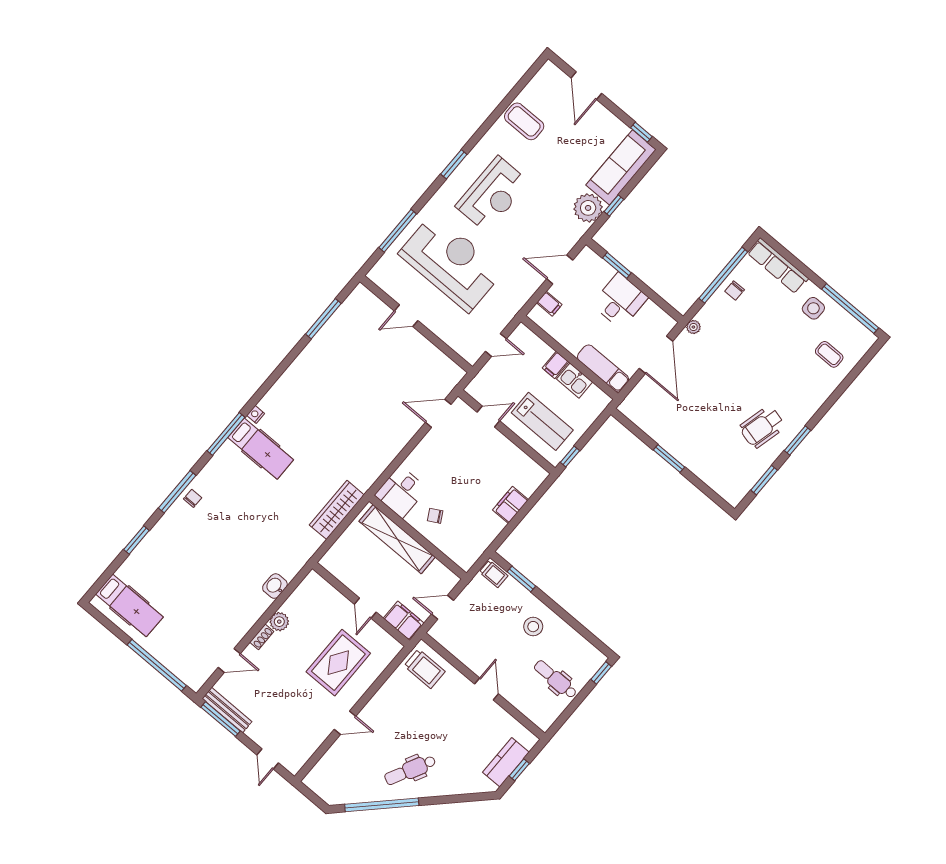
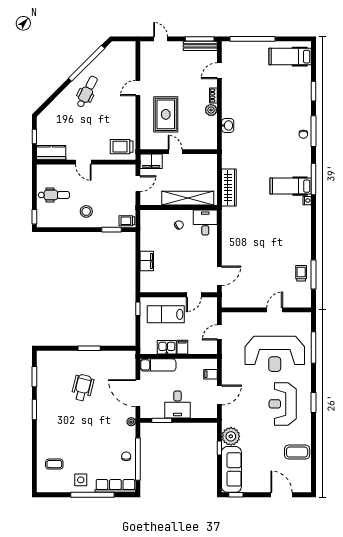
window: (617, 265) -> (162, 420), moved
window: (850, 308) -> (92, 495), moved
trolley: (337, 333) -> (301, 273), added
wheelchair: (762, 427) -> (83, 388), moved
kitchen counter: (506, 762) -> (51, 153), moved, turned -90

